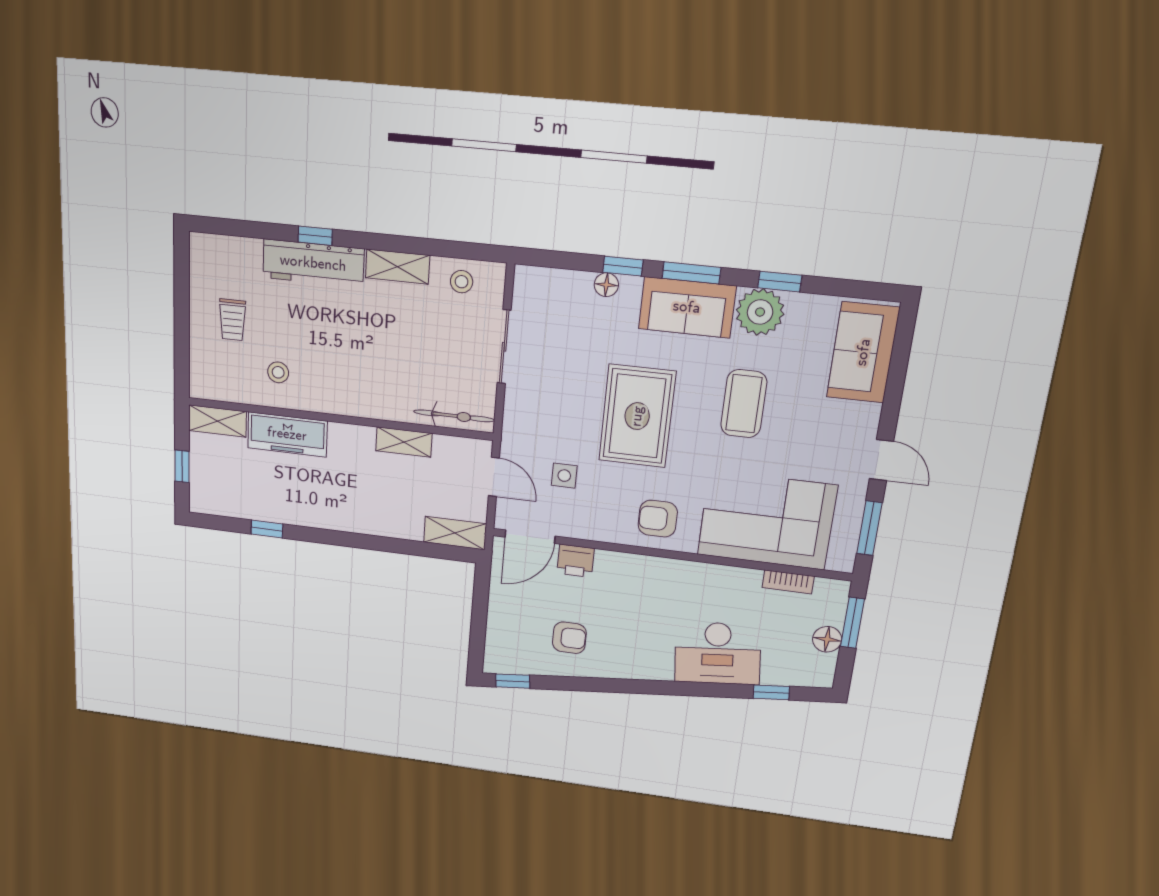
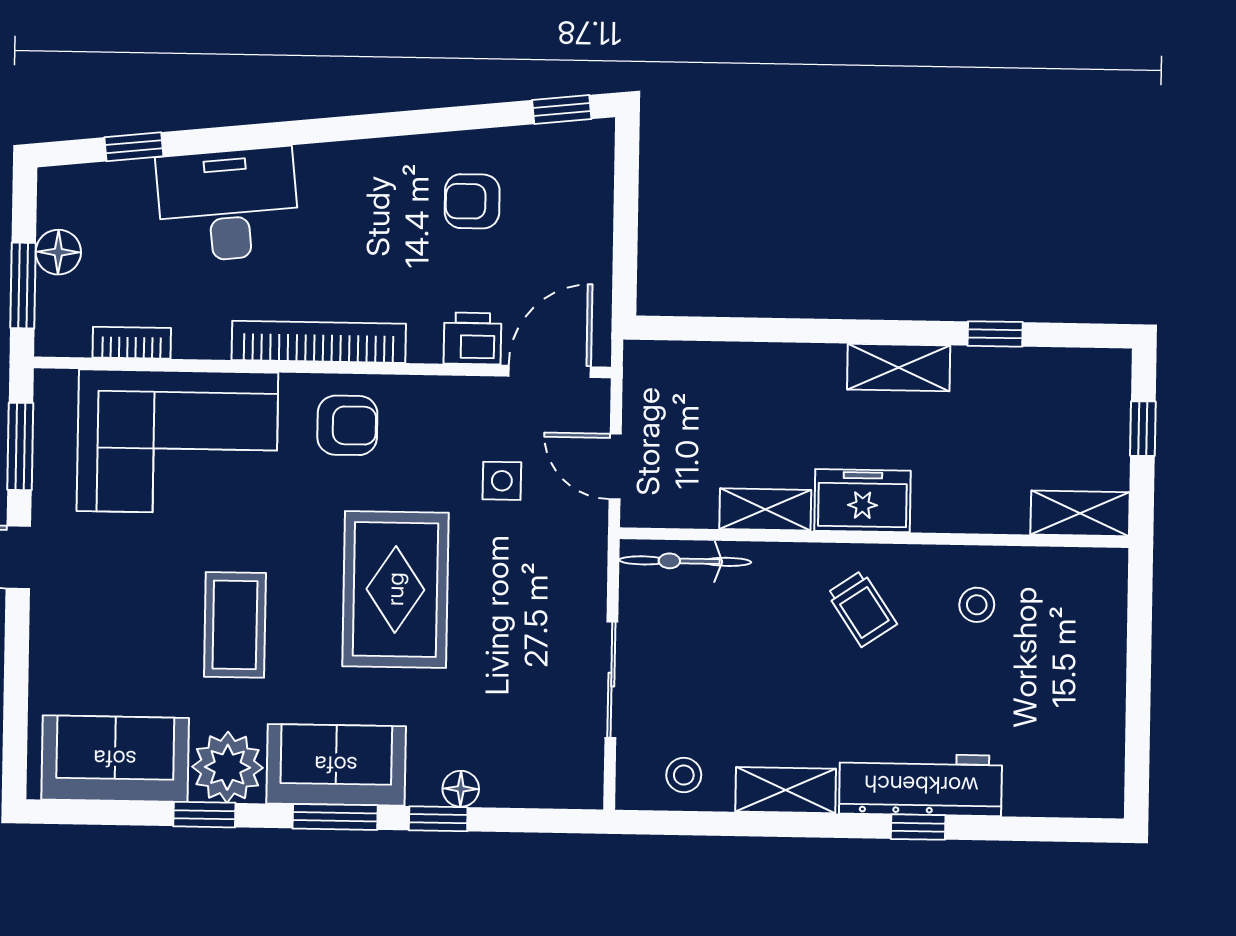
trolley: (232, 320) -> (862, 609), moved, turned 146
sofa: (863, 352) -> (115, 759), moved, turned -90
freezer: (287, 434) -> (862, 501), moved, width x0.71
shelving: (455, 533) -> (899, 367), moved
bookcase: (670, 569) -> (319, 342), added

